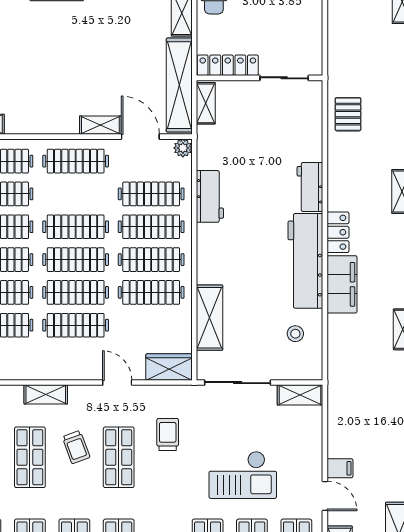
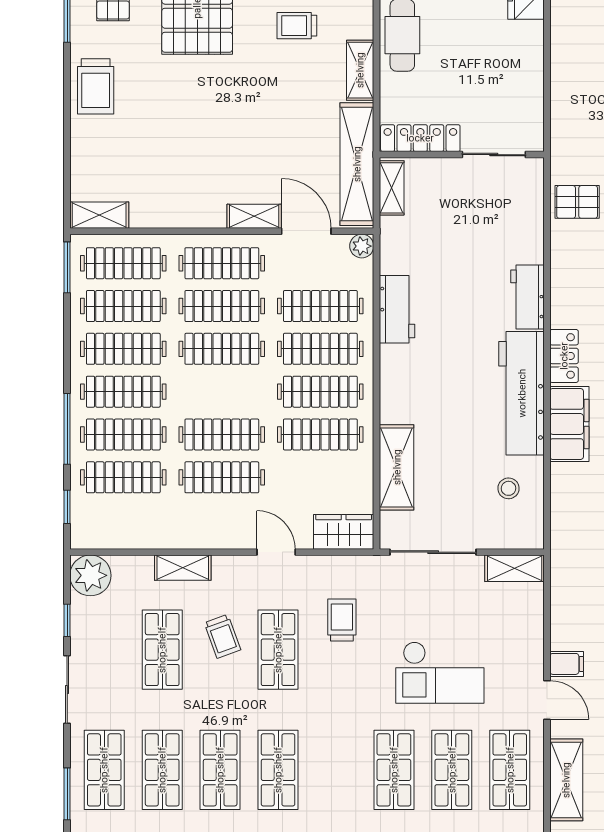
pallet: (348, 114) -> (577, 202), turned 90
clothes rail: (76, 260) -> (222, 306), moved

